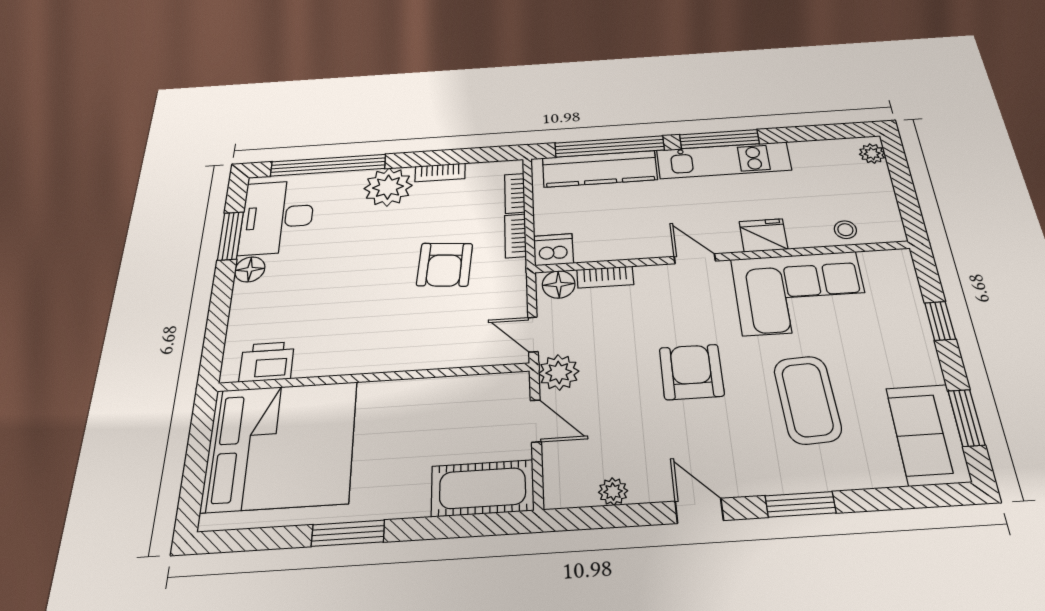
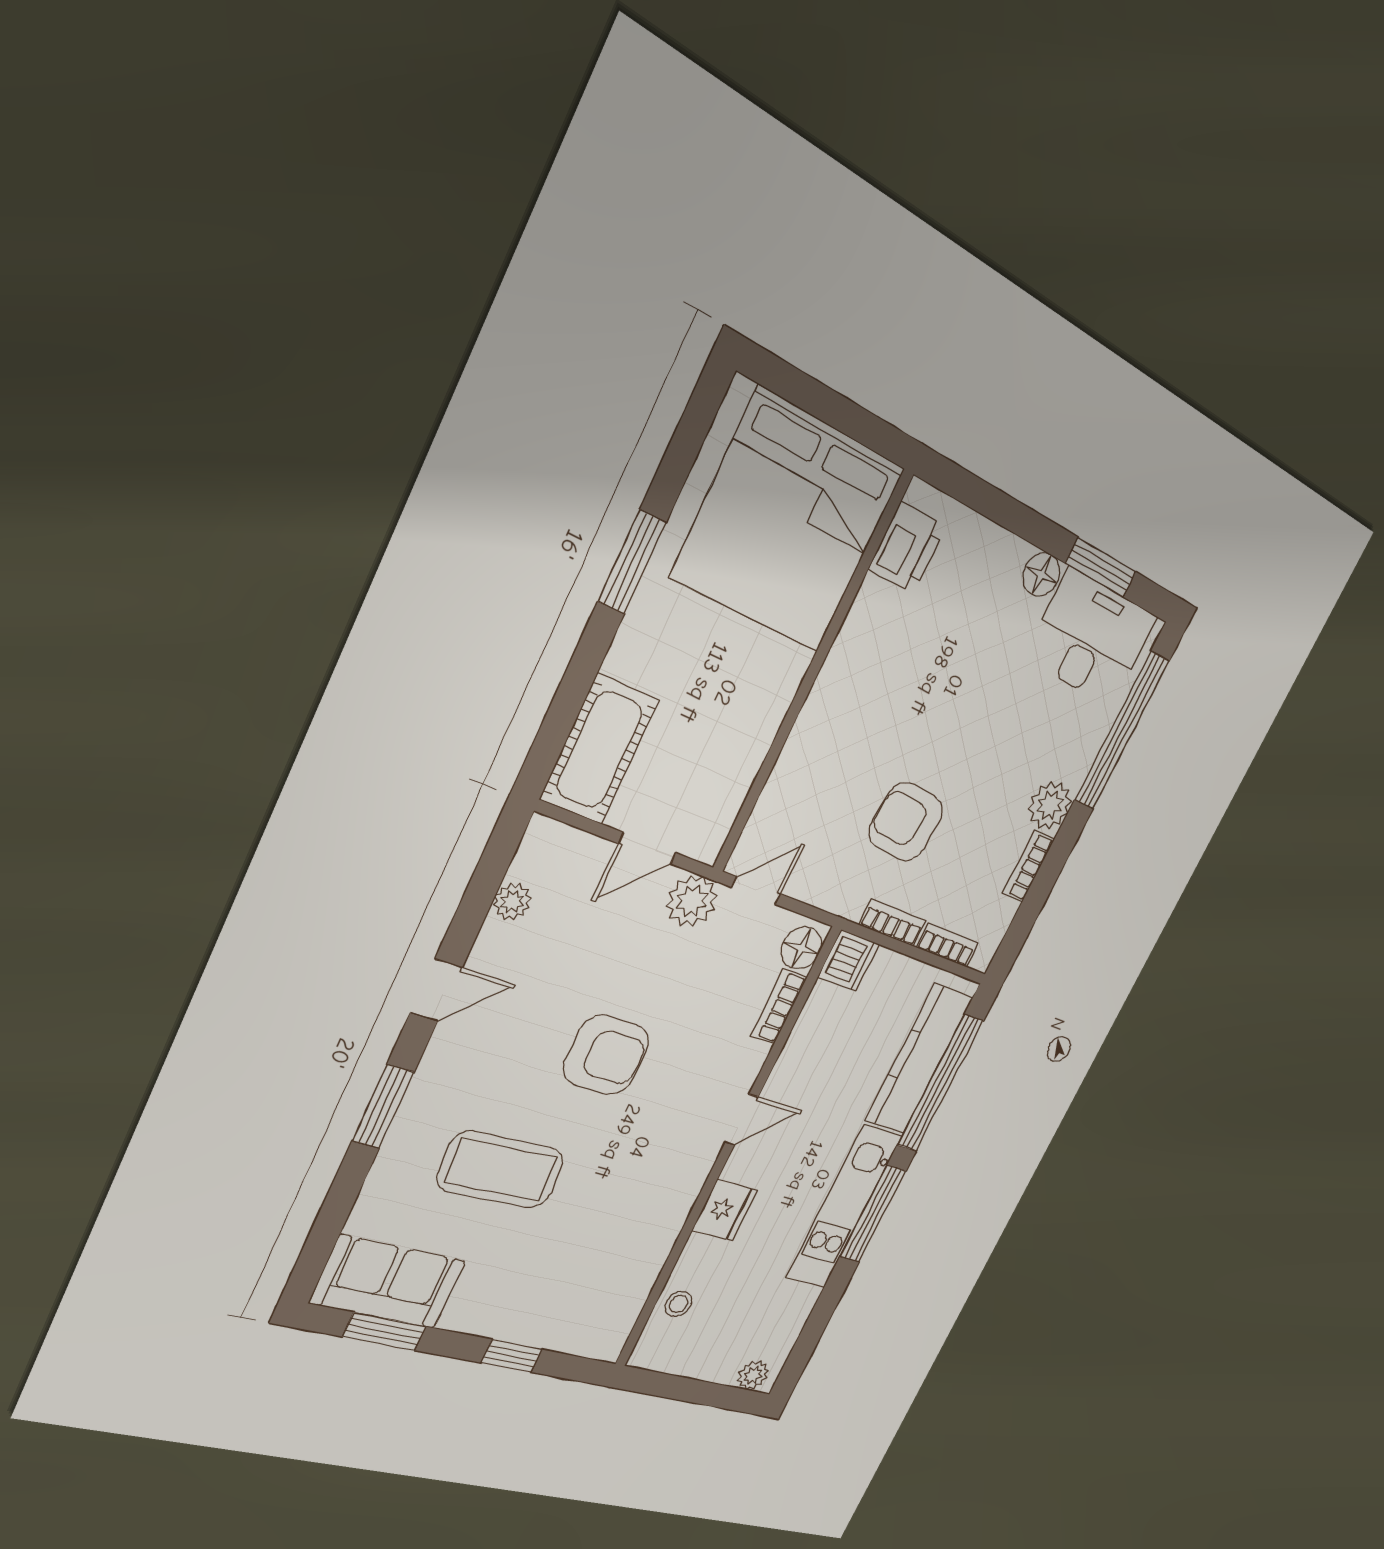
plant: (388, 187) -> (1050, 805), width x0.73, depth x0.73
corner sofa: (800, 293) -> (632, 1220), removed

